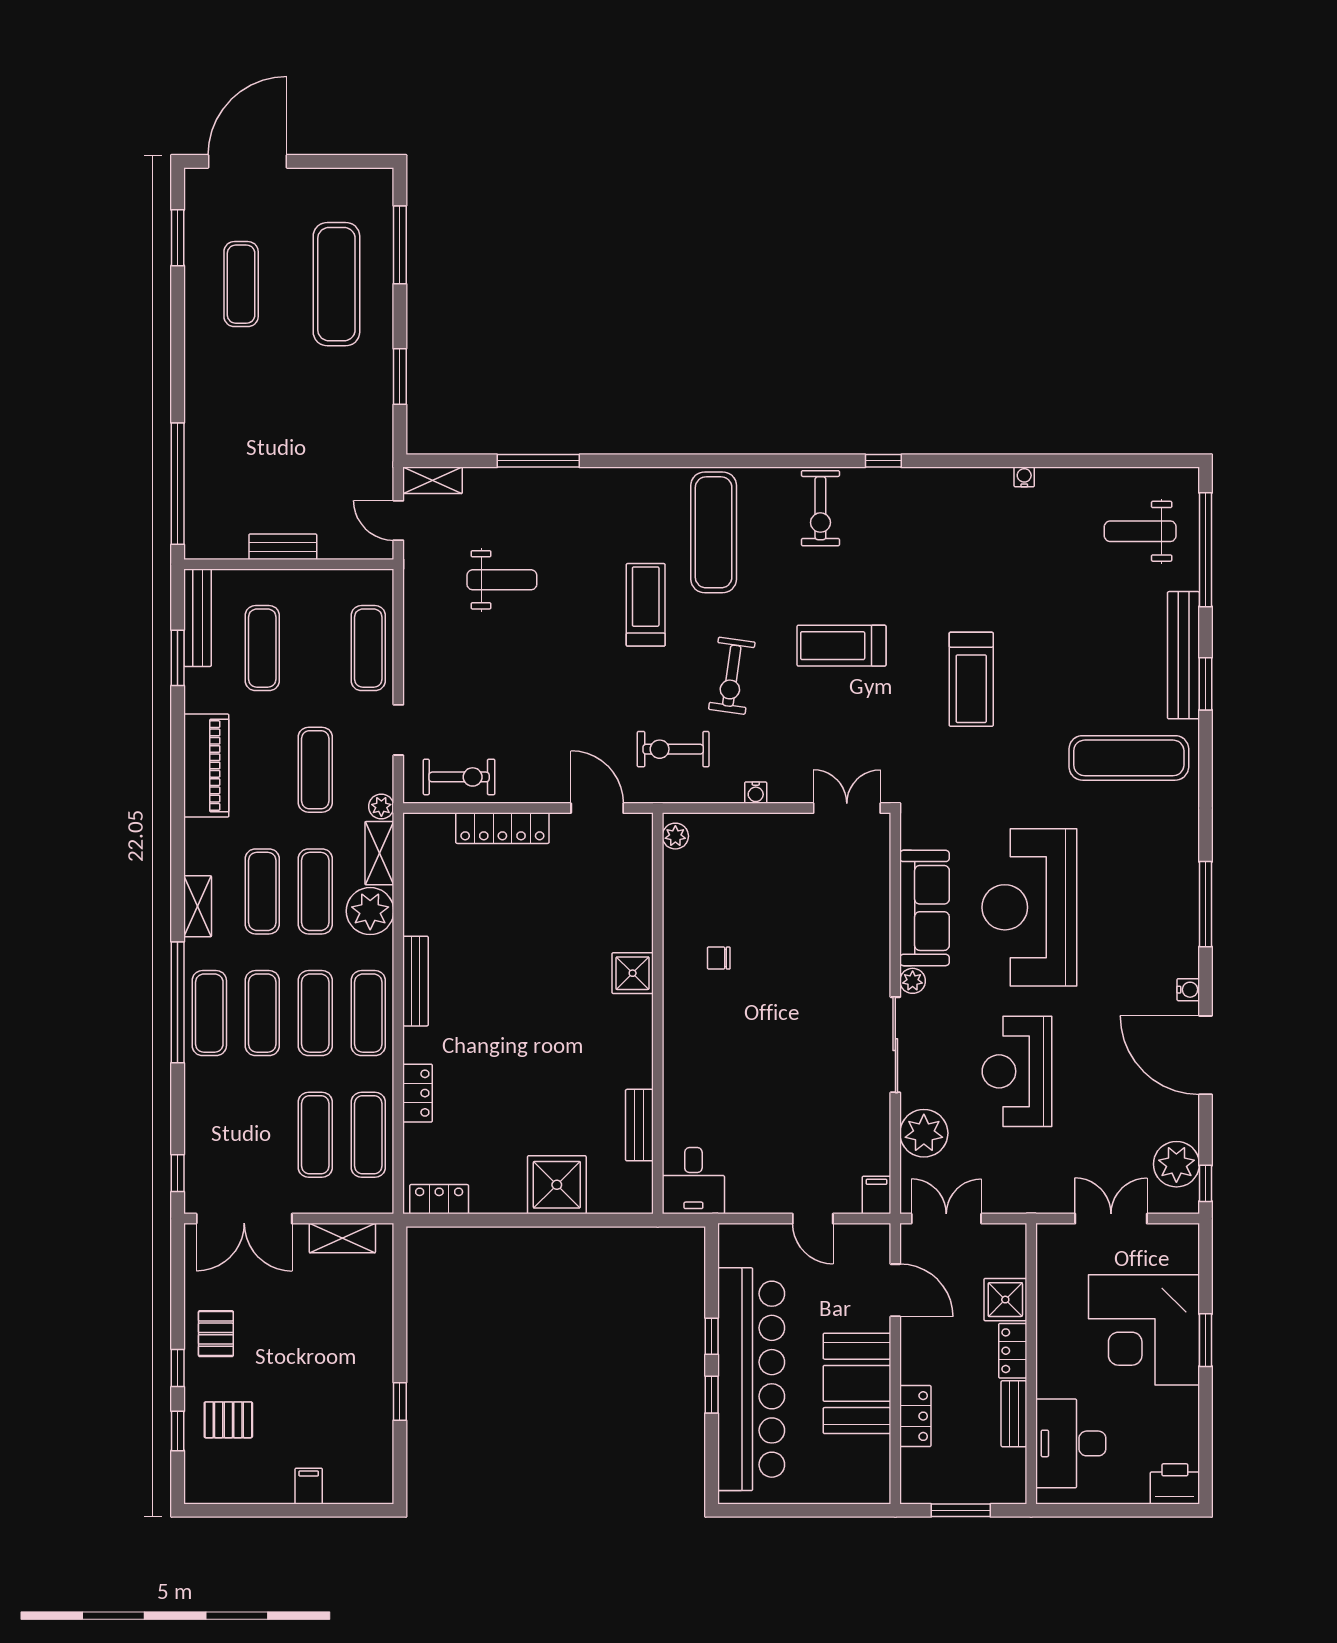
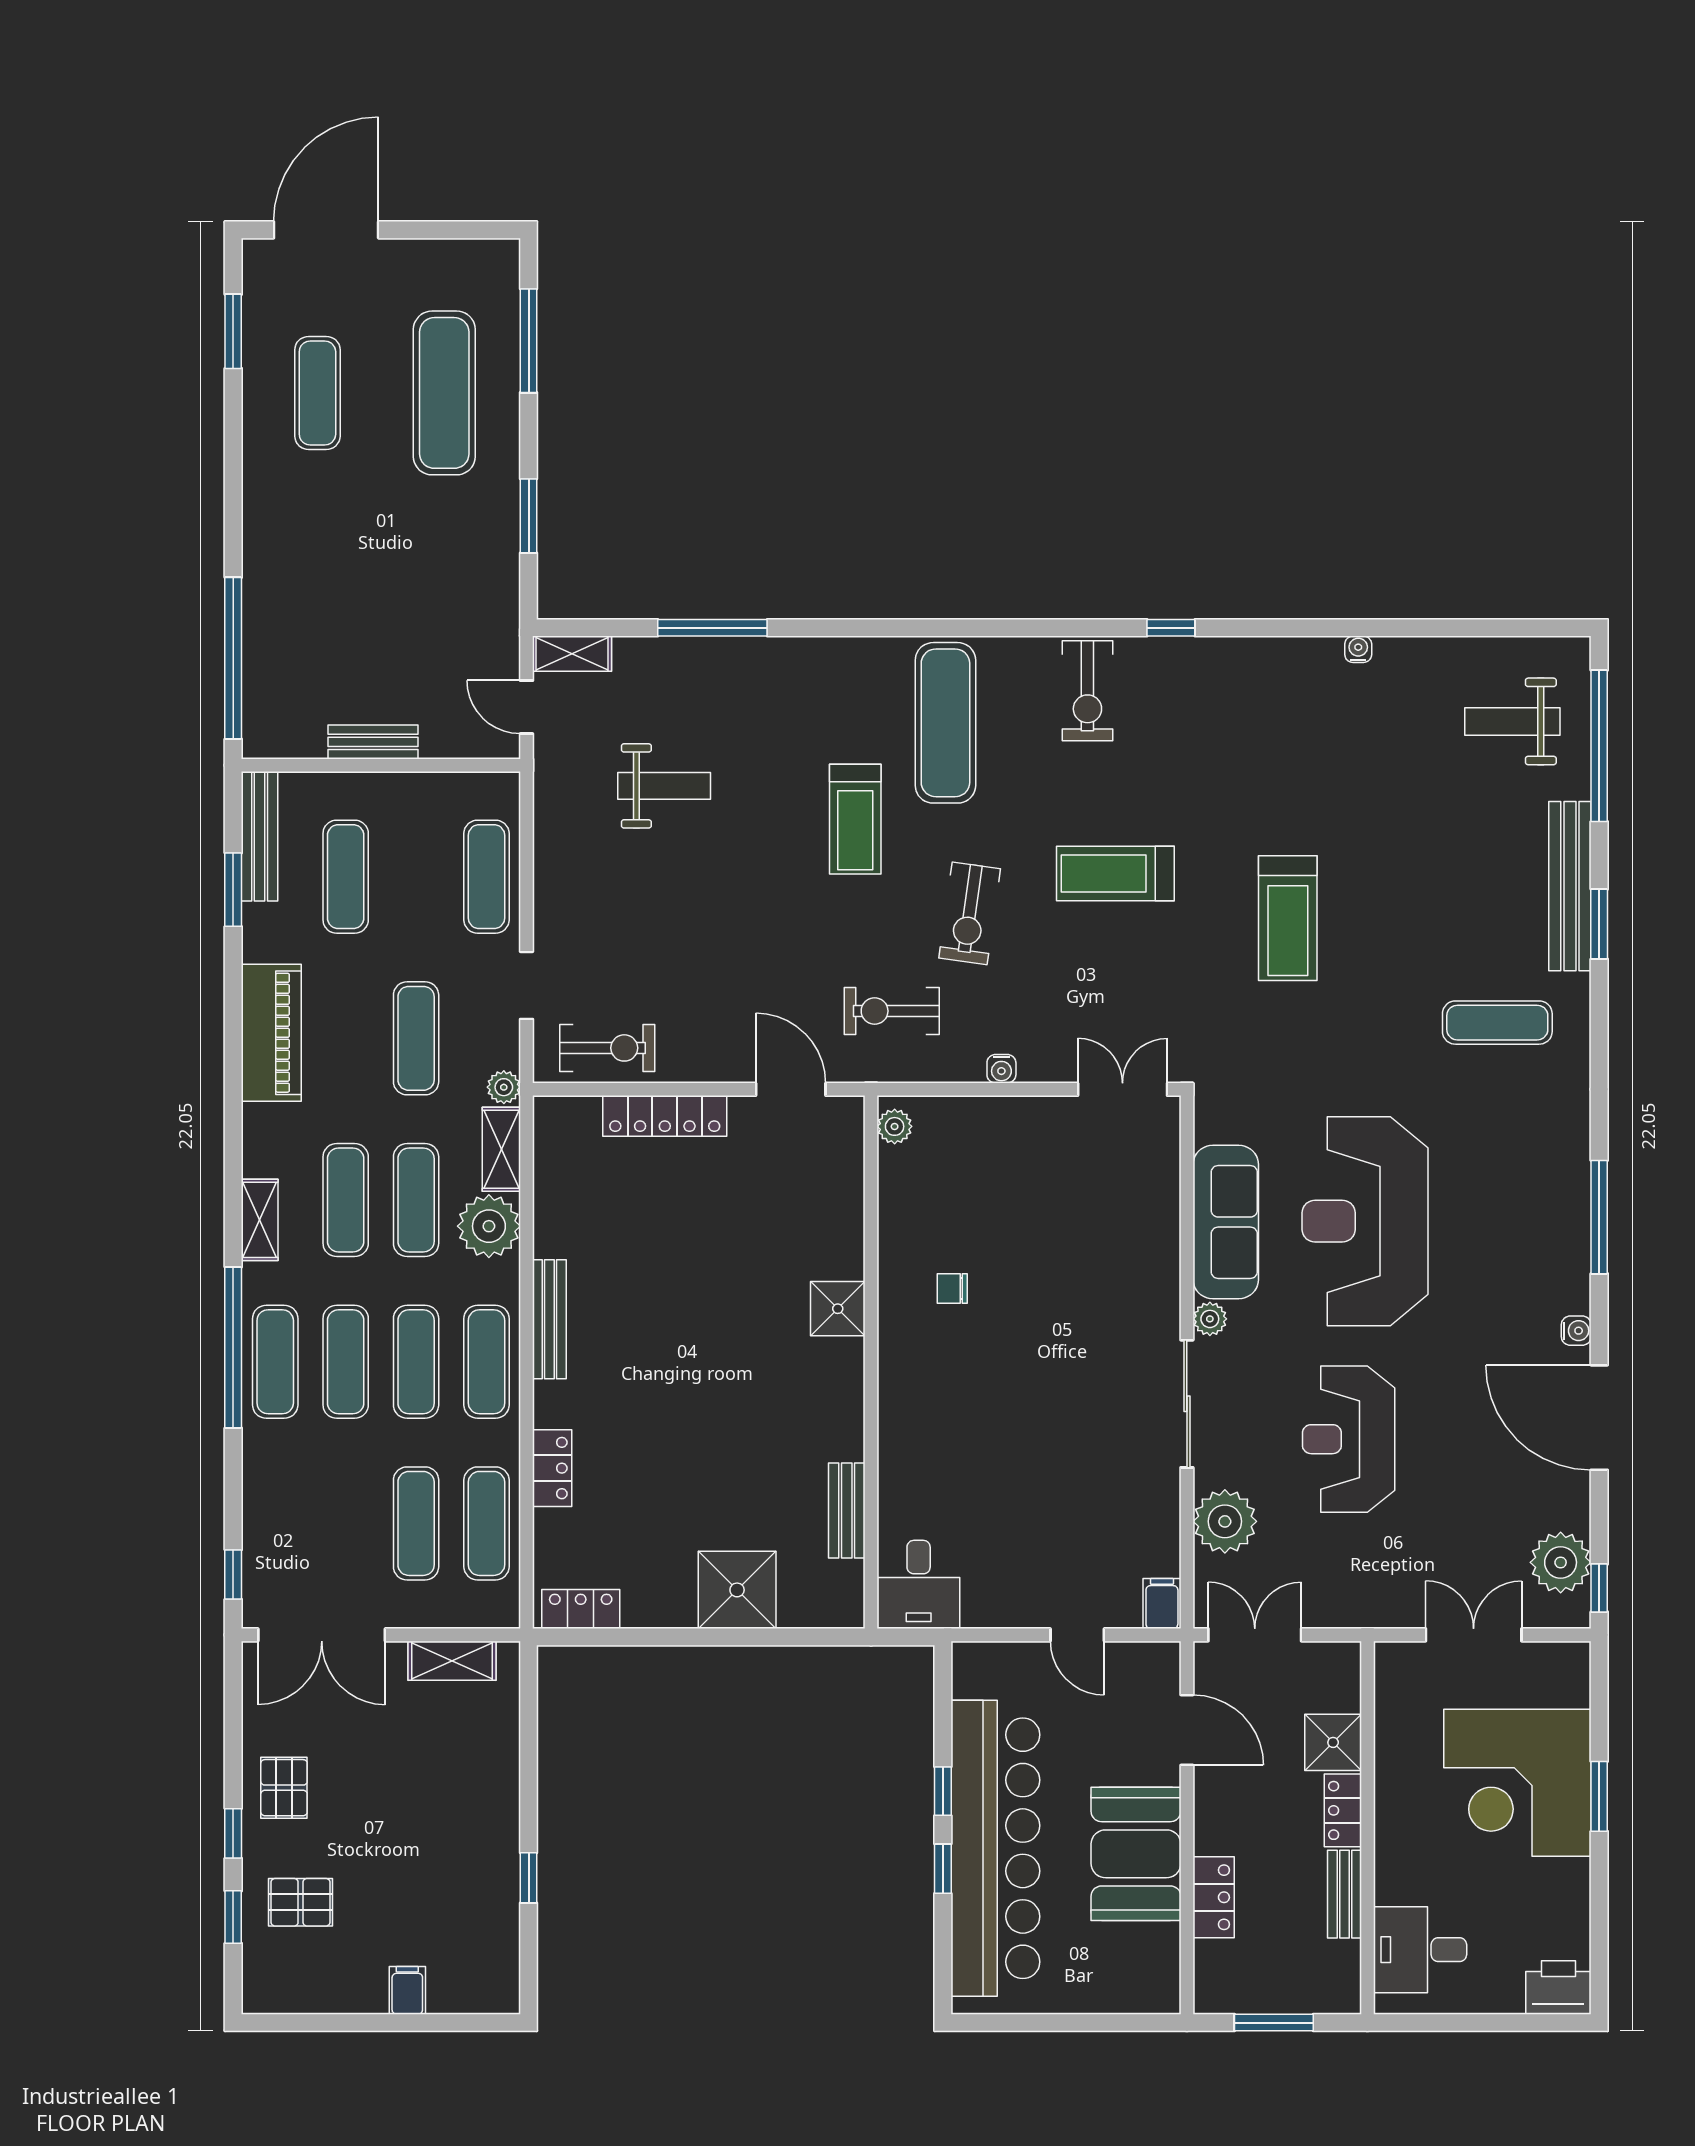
treadmill: (646, 605) -> (855, 819), turned 180
exercise mat: (1129, 758) -> (1497, 1023), width x0.73, depth x0.69
desk: (1071, 1443) -> (1420, 1950), width x0.73

